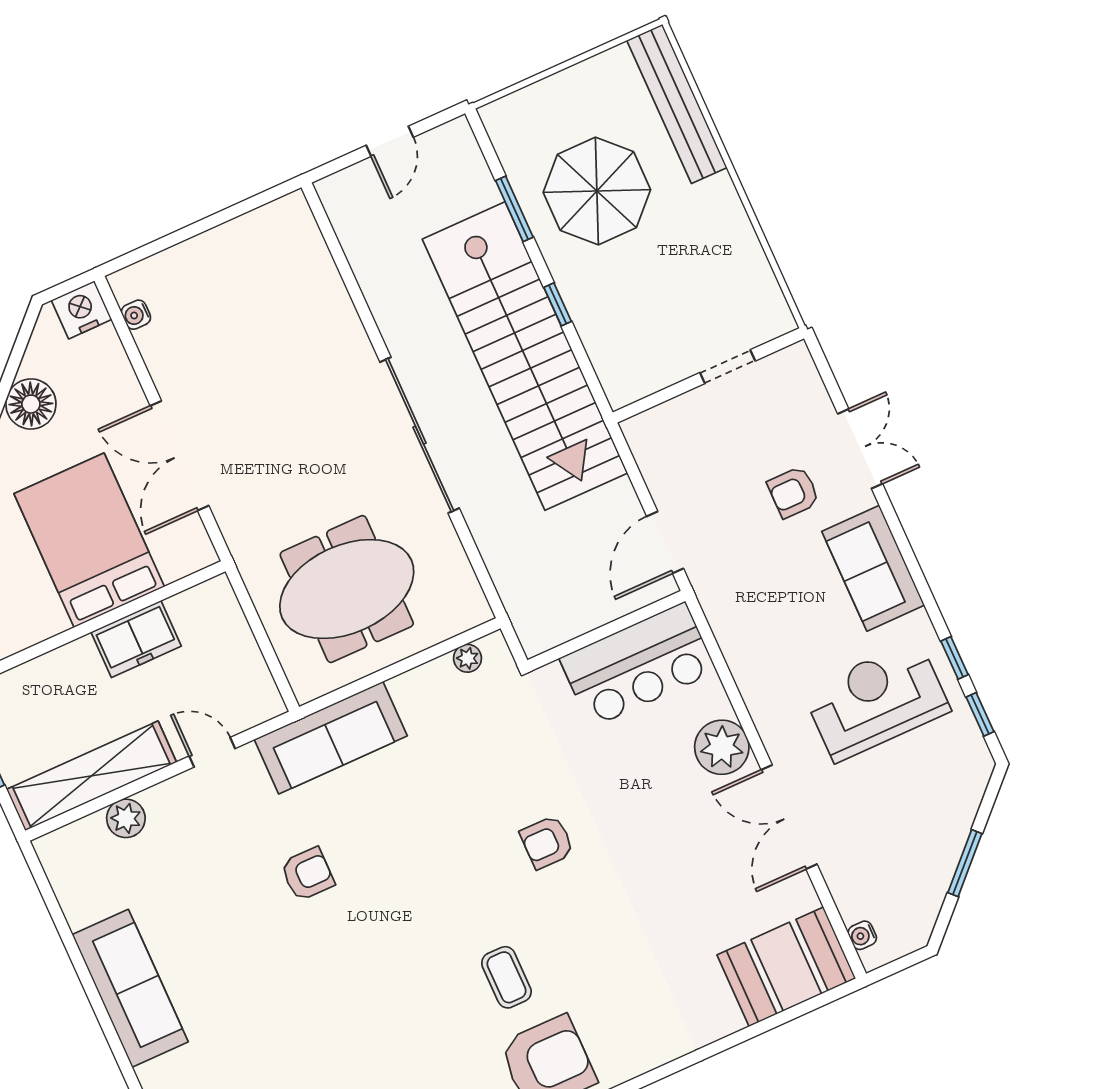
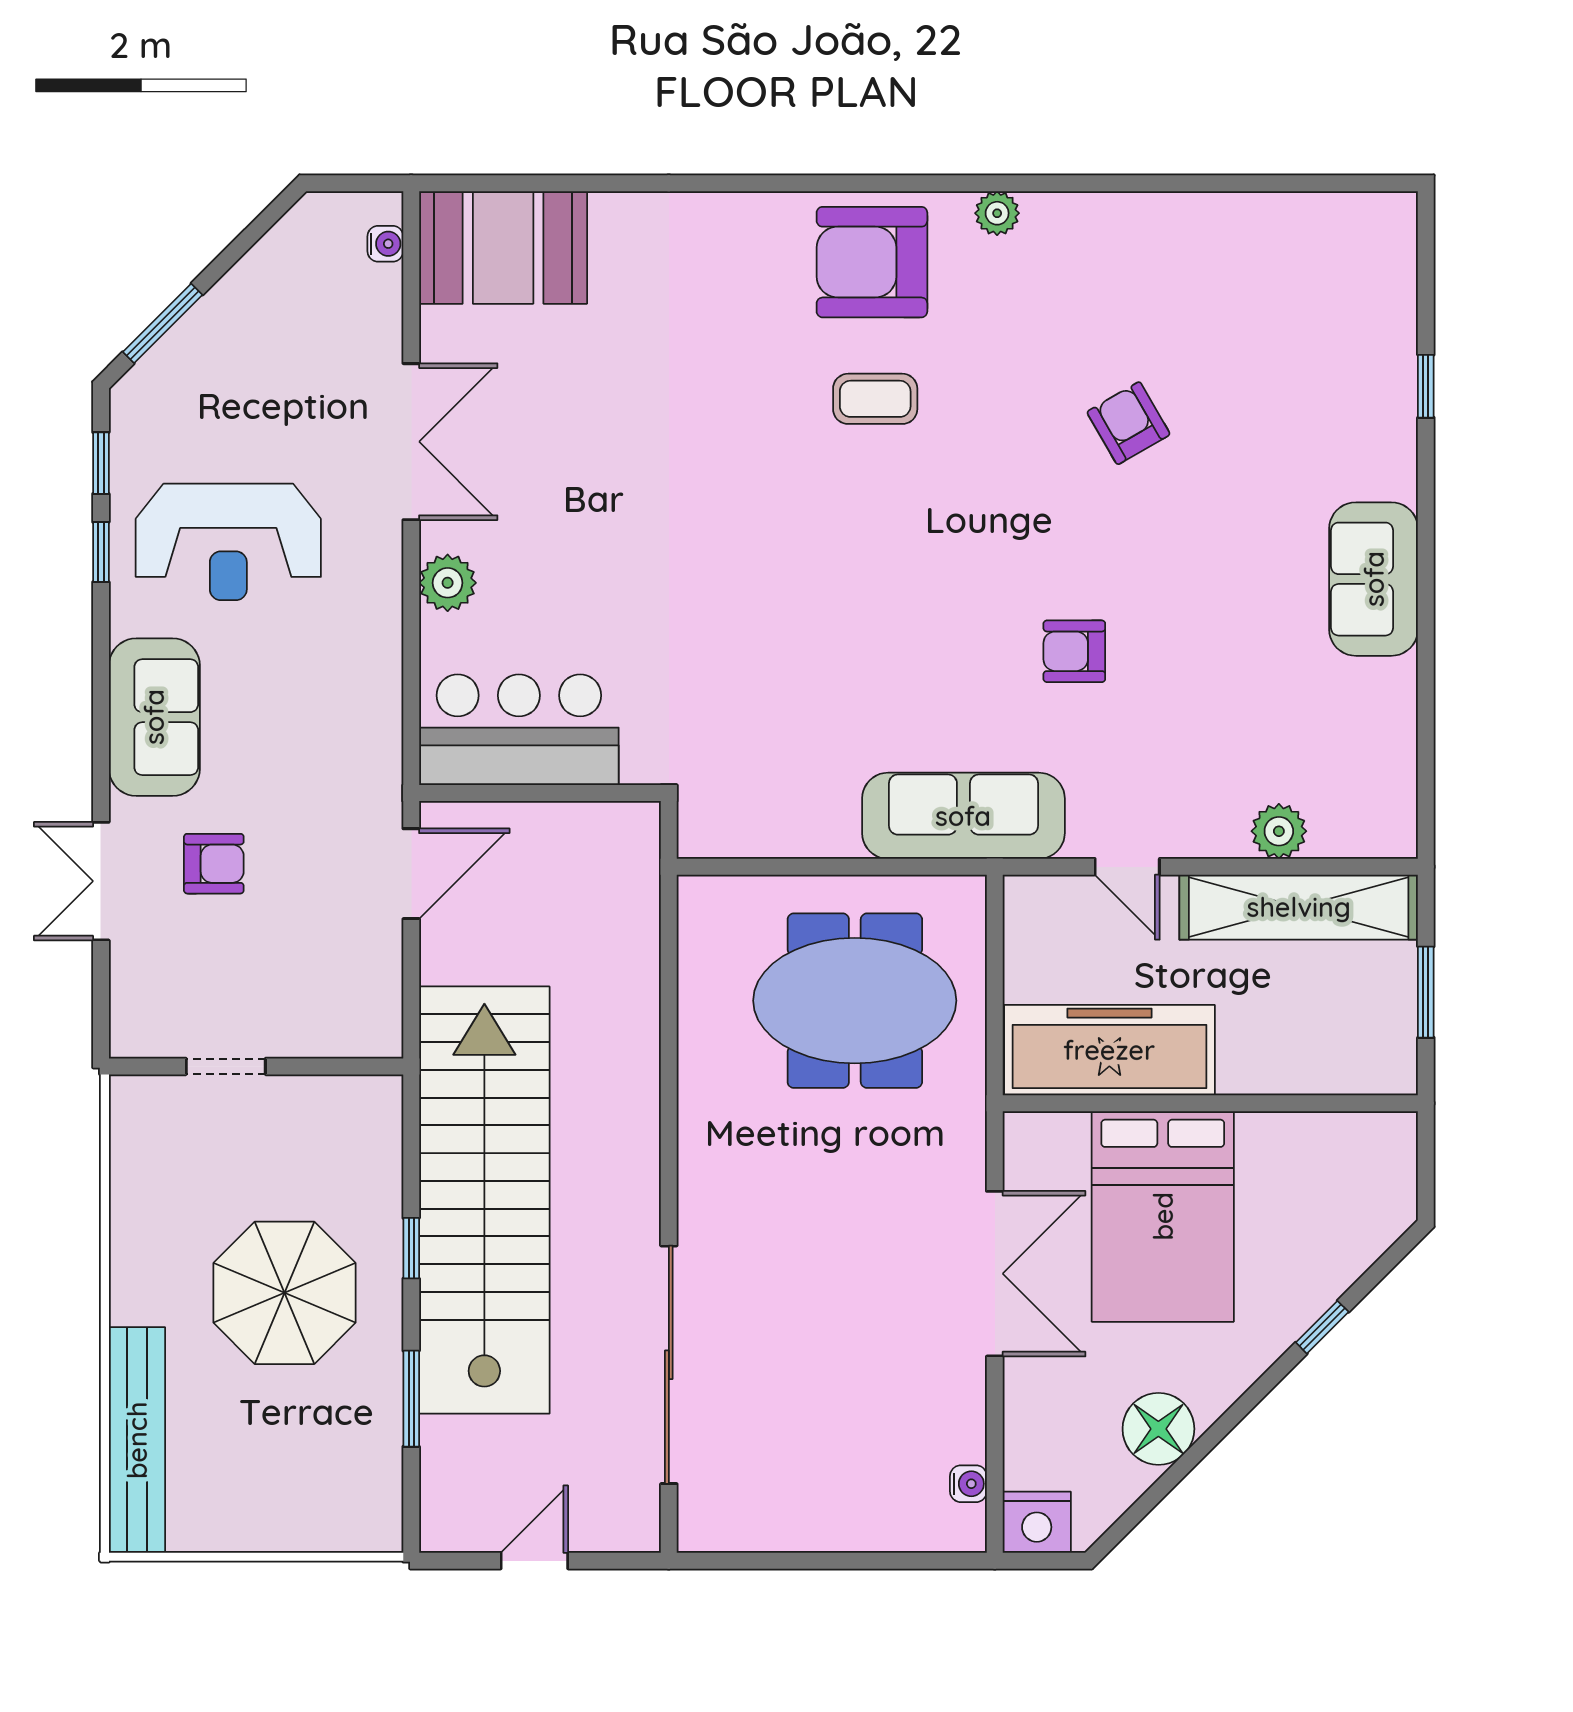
parasol: (597, 191) -> (284, 1293), moved
sliding door: (420, 435) -> (669, 1365), moved
freezer: (136, 639) -> (1109, 1050), width x1.91, depth x1.26
plant: (468, 658) -> (738, 839), removed
plant: (722, 747) -> (448, 583), width x0.73, depth x0.73
armchair: (547, 842) -> (1128, 423), moved, turned -120
window: (965, 863) -> (163, 323), moved
coffee table: (506, 977) -> (875, 399), turned 90
sofa: (130, 988) -> (1374, 579), width x0.73

